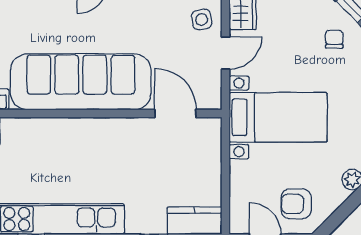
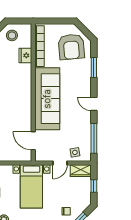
door: (225, 53) -> (60, 163), hinge flipped
door: (175, 113) -> (33, 141), swing flipped

